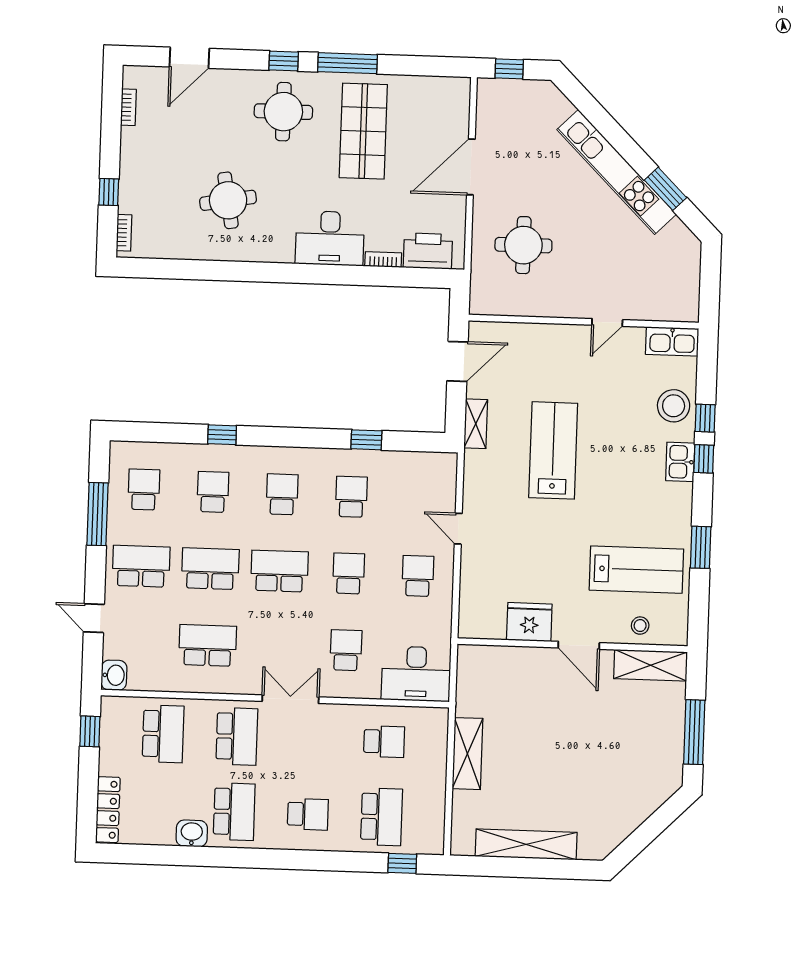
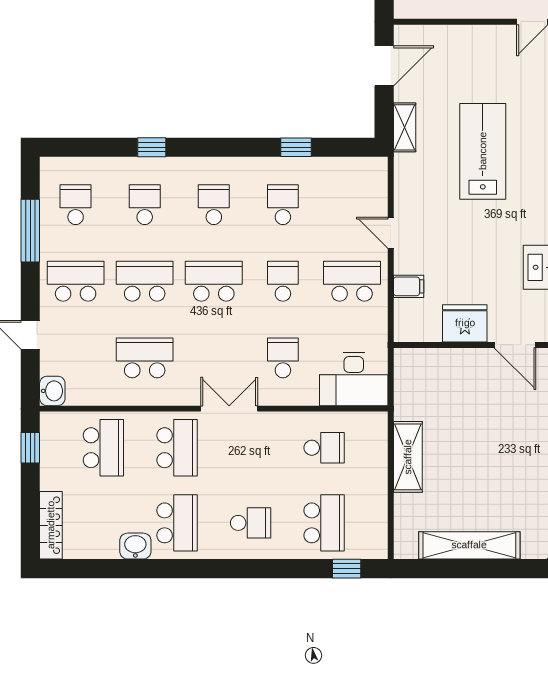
school desk: (418, 576) -> (352, 281), width x1.85
filing cabinet: (474, 583) -> (409, 286), added

